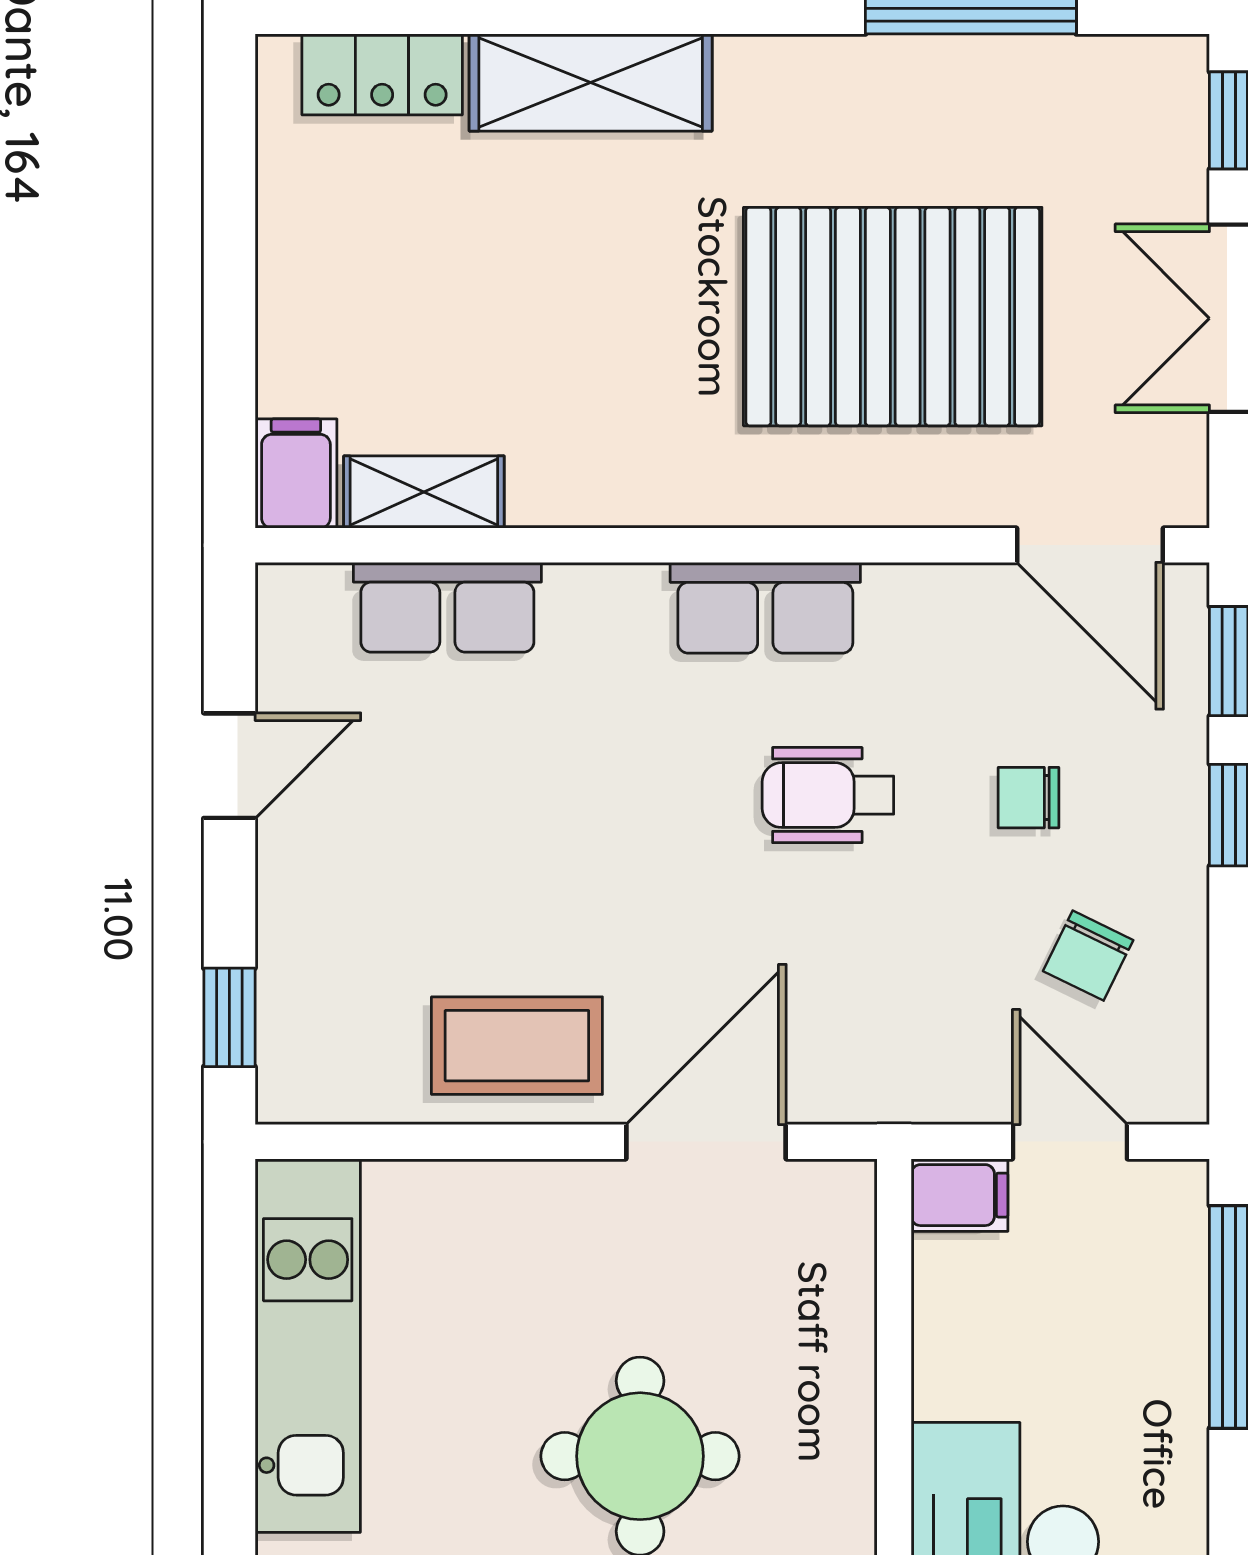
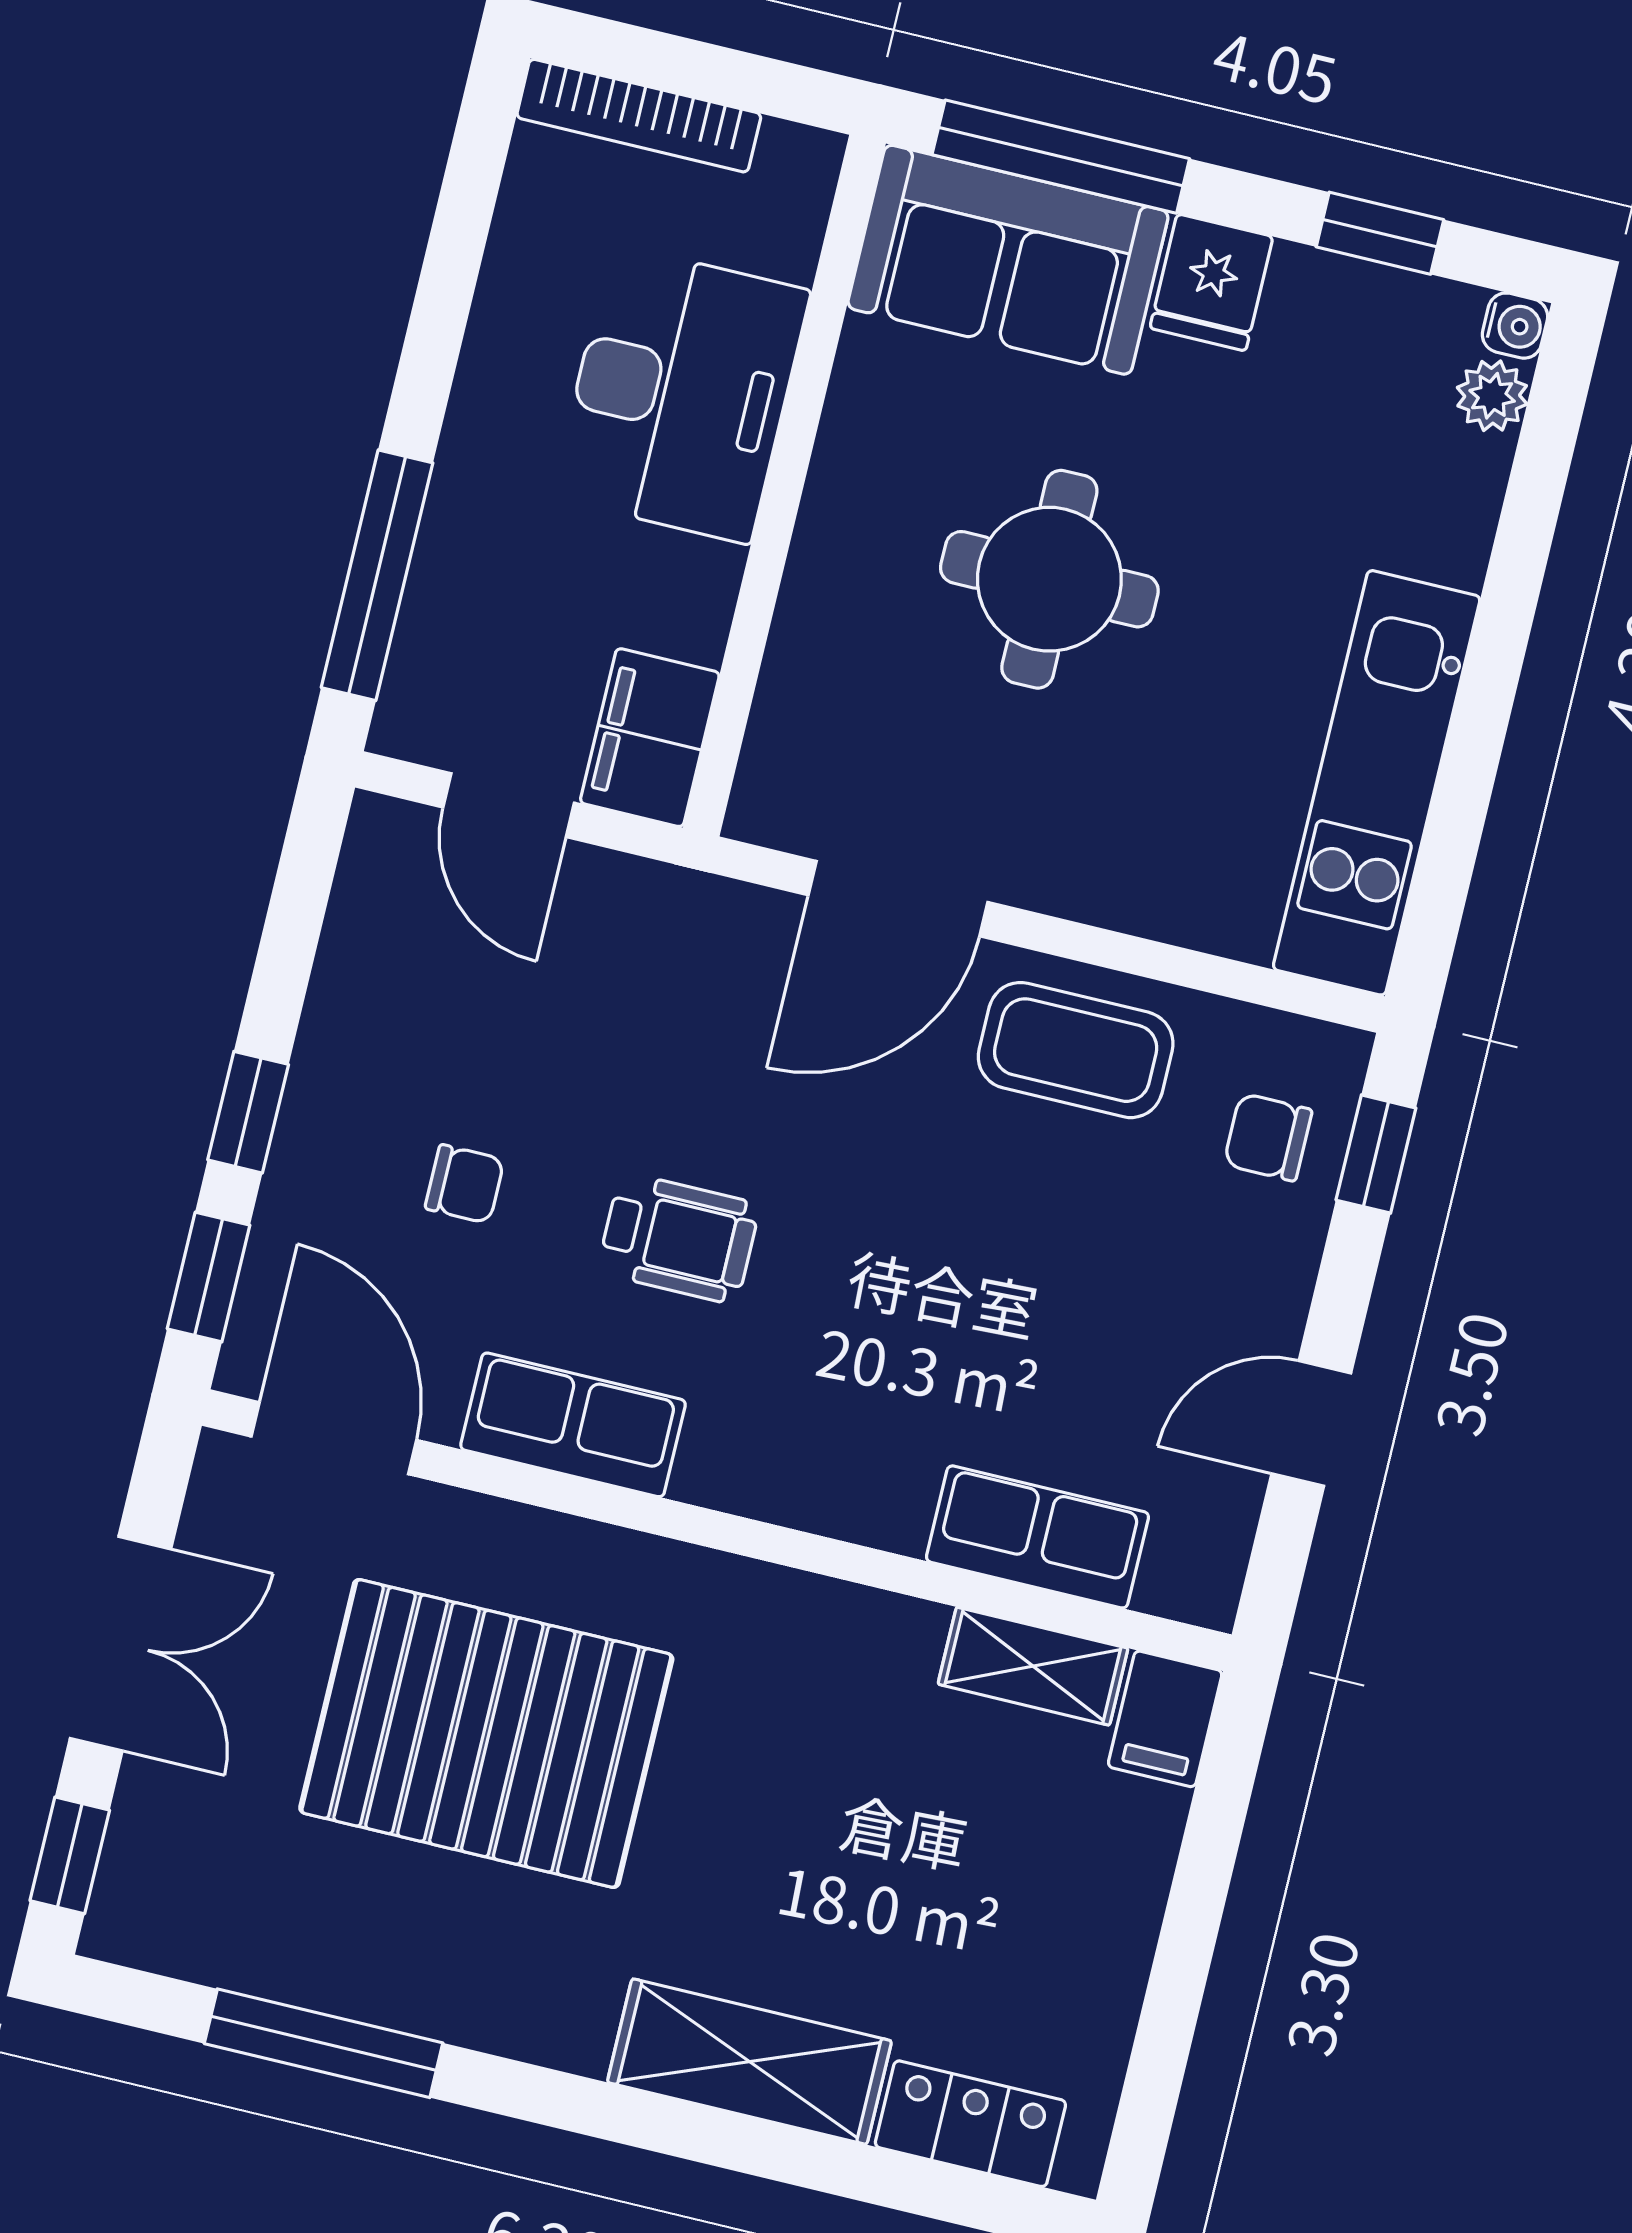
row of seats: (765, 608) -> (573, 1425), moved
chair: (1088, 956) -> (1268, 1137), moved, turned -116
filing cabinet: (960, 1195) -> (650, 738), width x2.00

